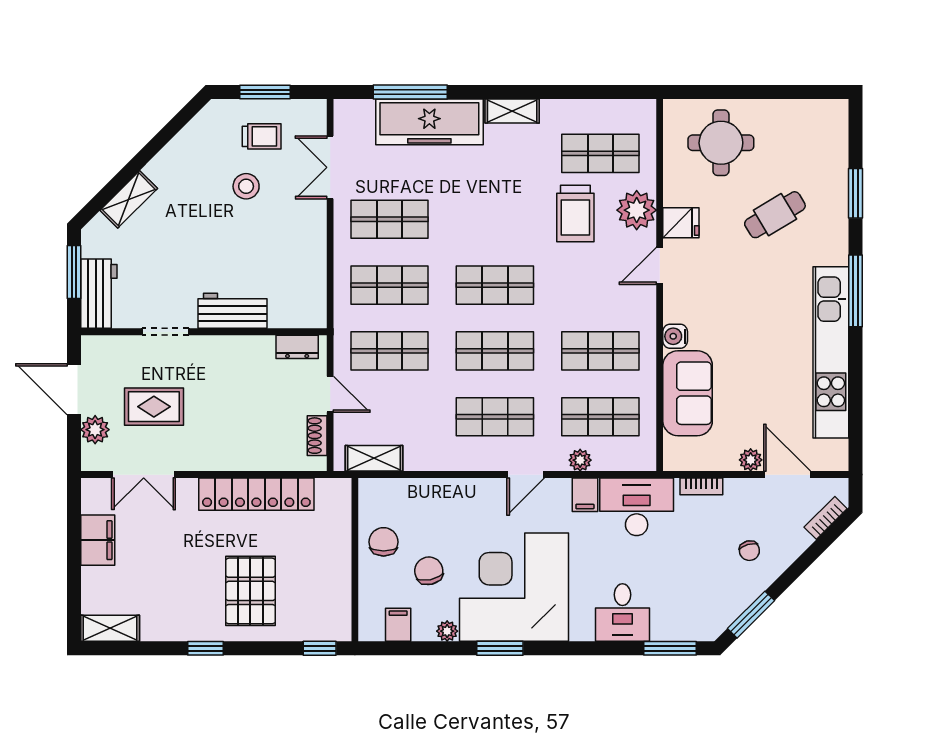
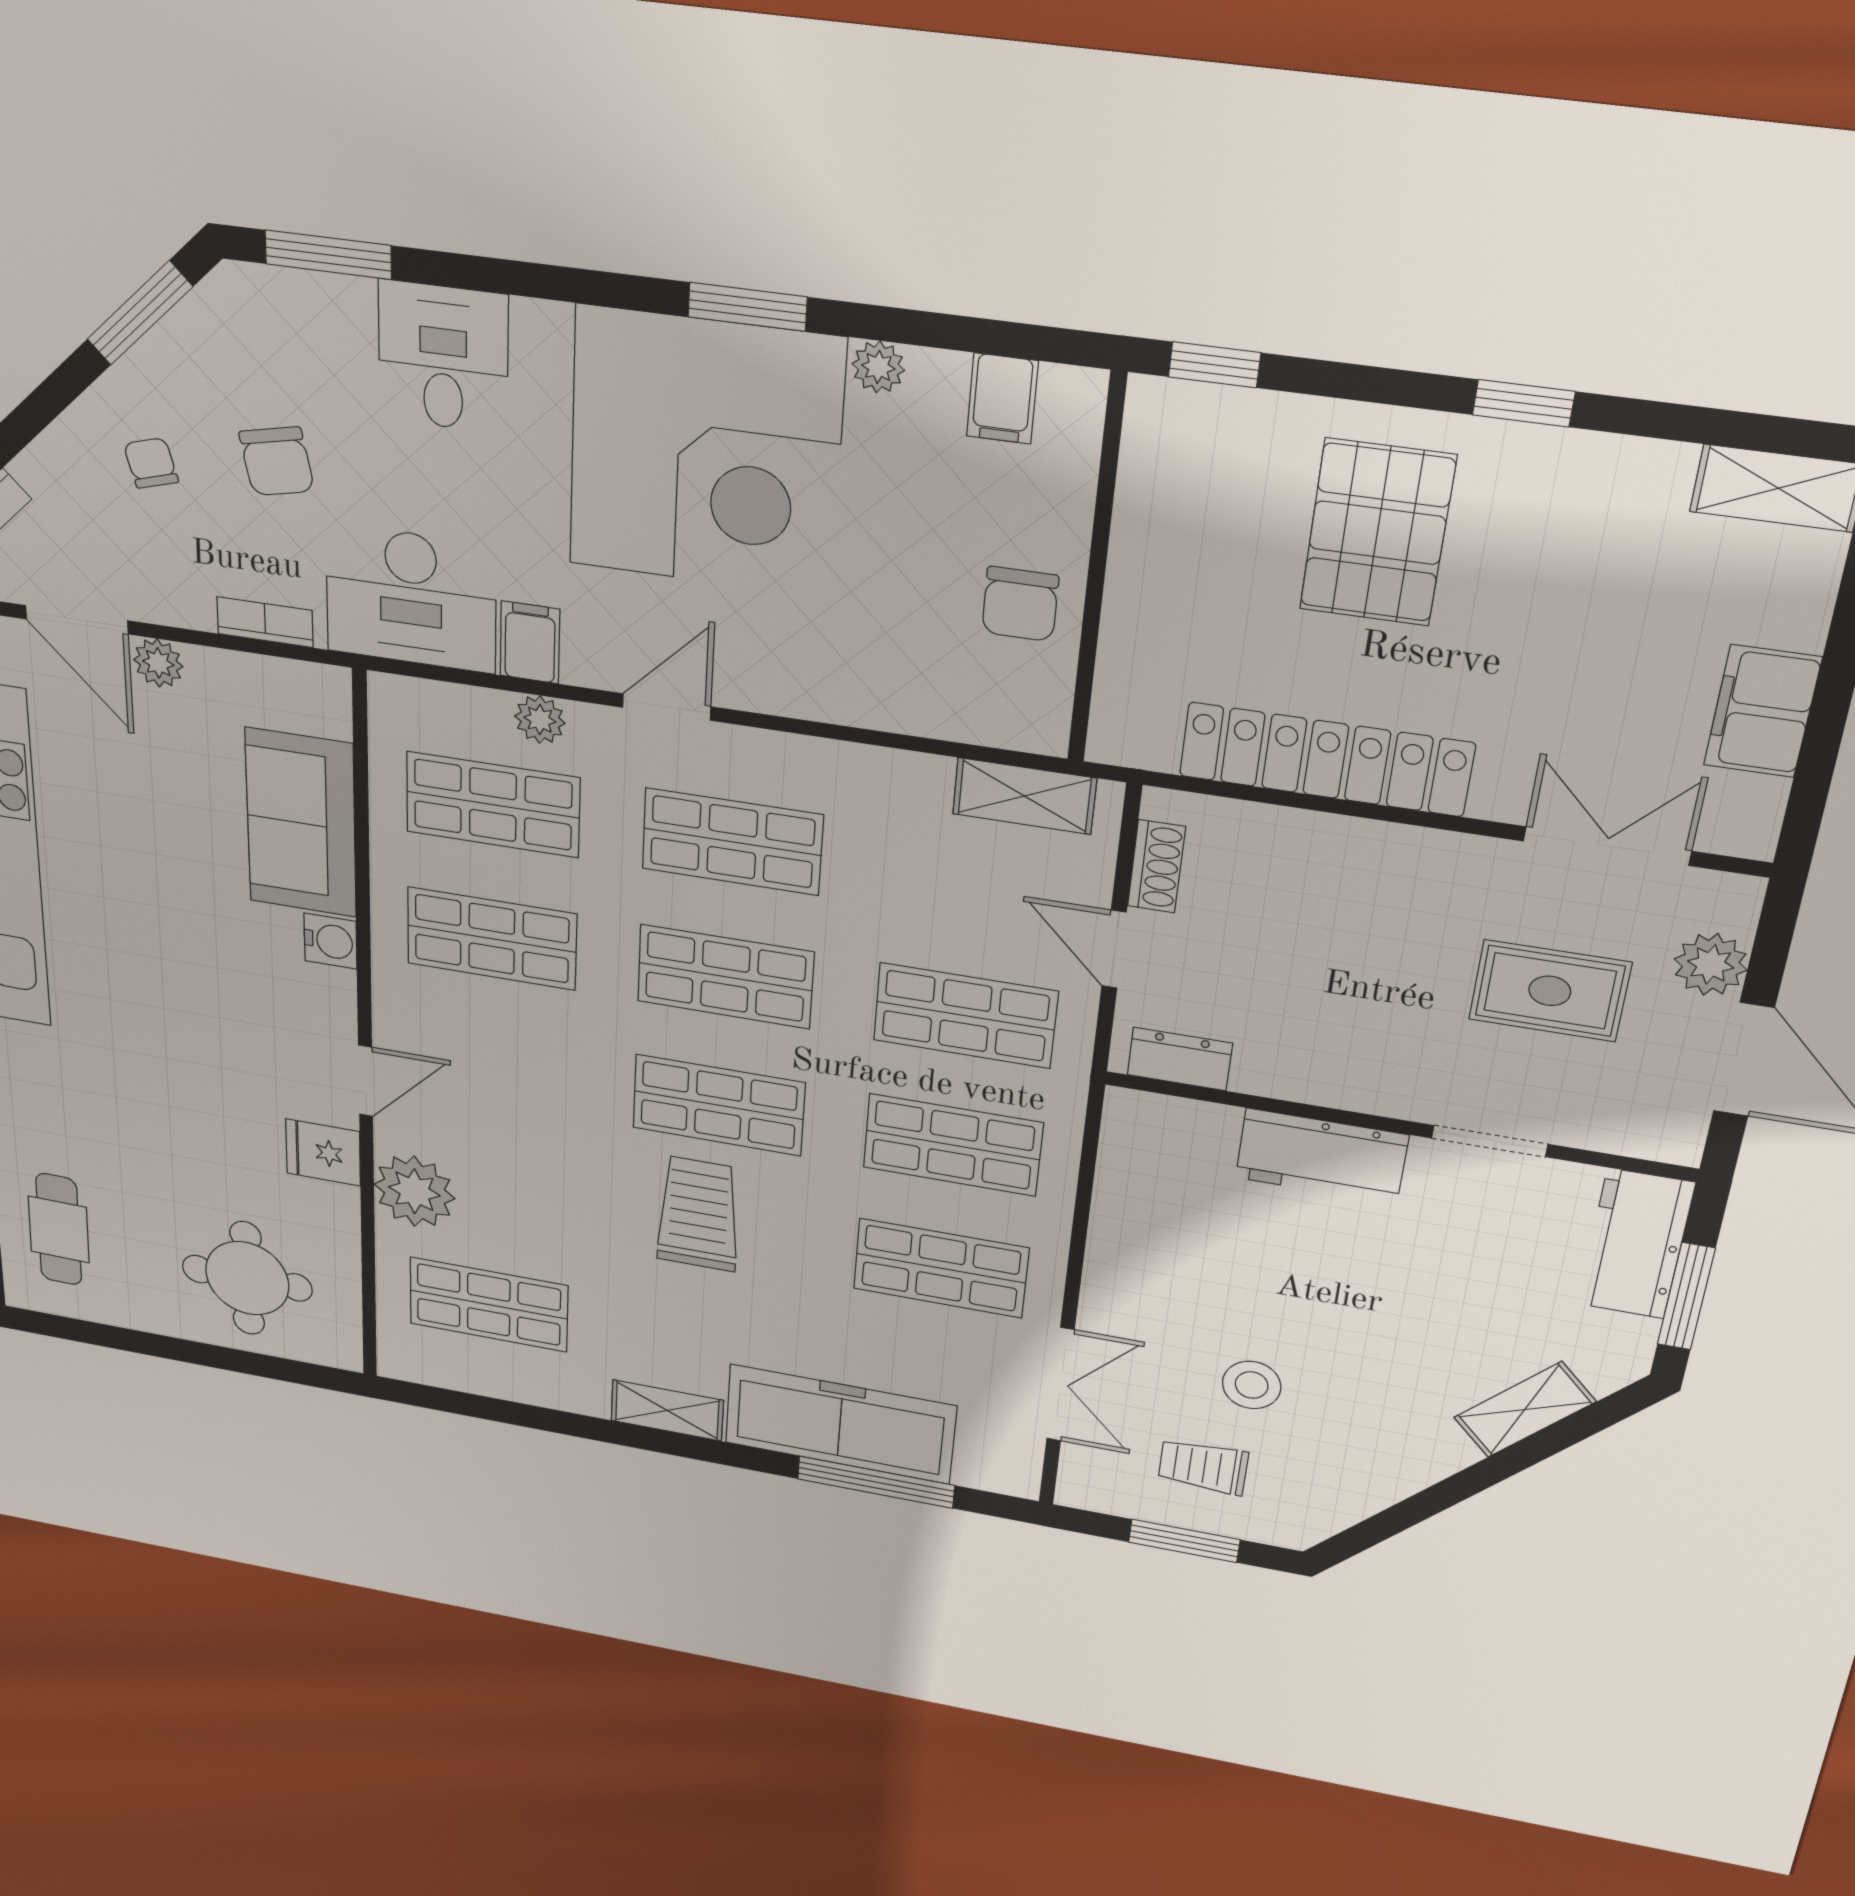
trolley: (575, 214) -> (698, 1214), moved
cafe table: (775, 215) -> (59, 1229), moved, turned -58
chair: (429, 571) -> (277, 461), moved

